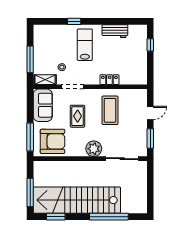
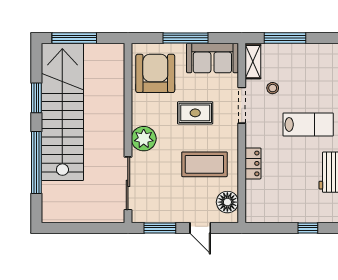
floor lamp: (134, 96) -> (227, 202), added
window: (30, 137) -> (185, 38), moved
armchair: (53, 141) -> (155, 73), turned 180
window: (56, 217) -> (36, 98), moved

